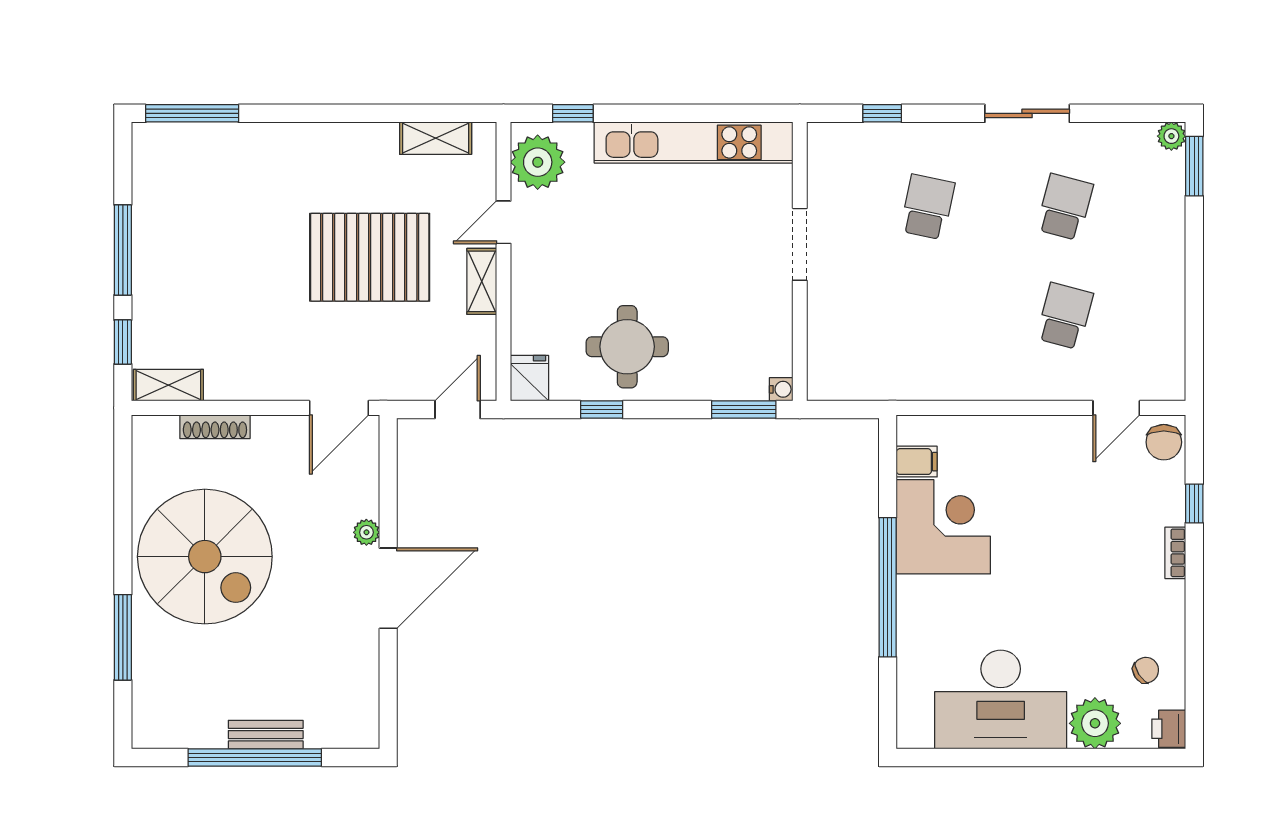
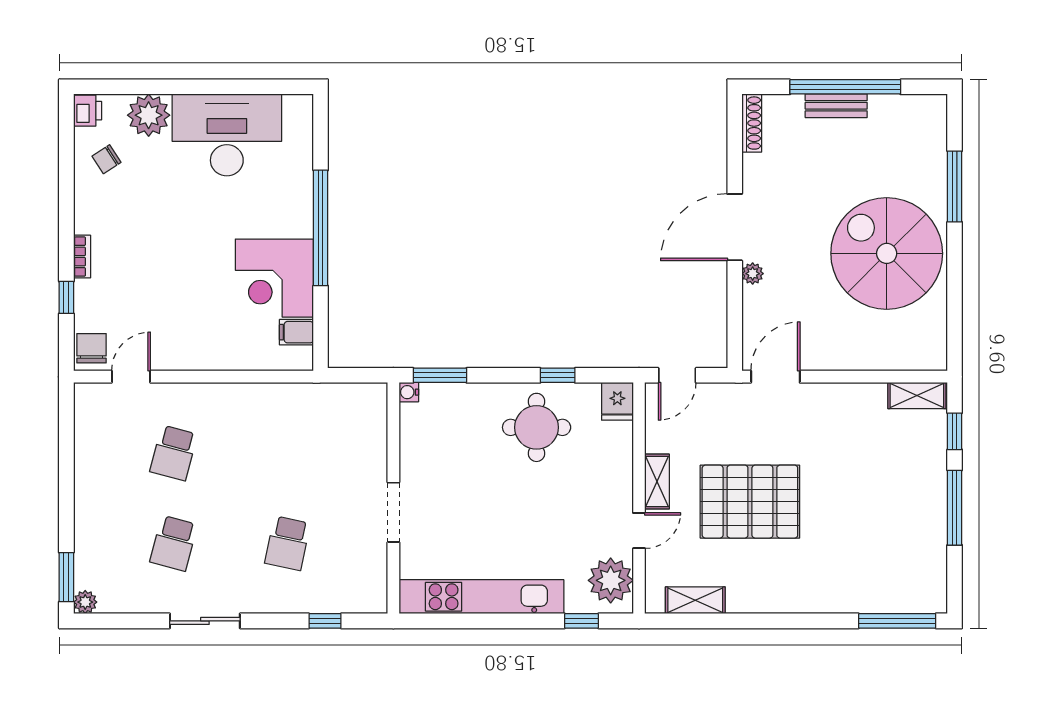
shoe rack: (215, 427) -> (752, 123), moved, turned 90

